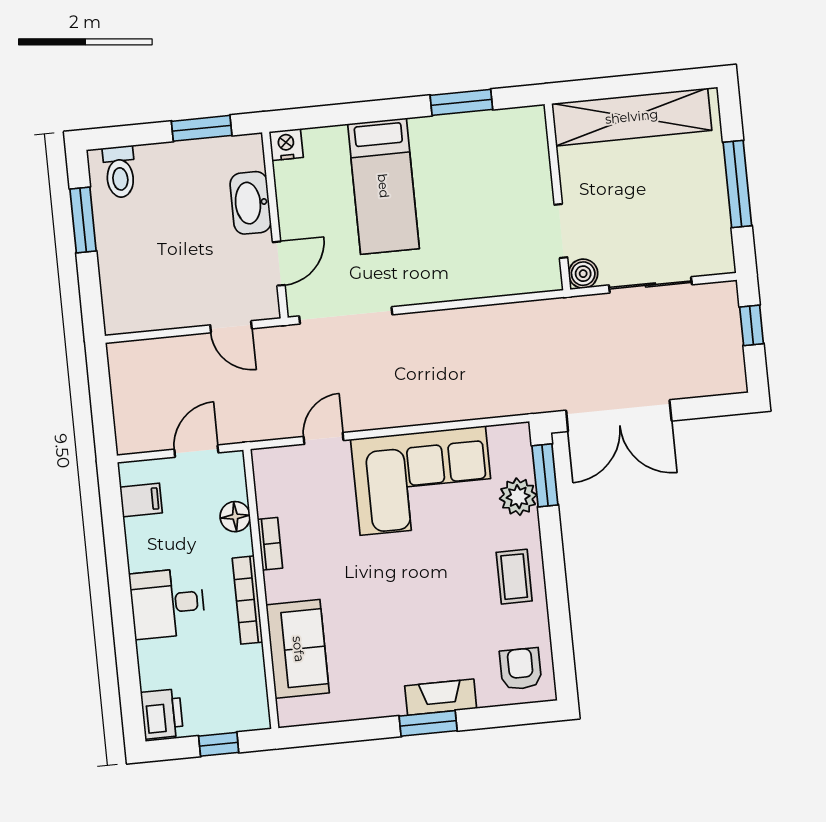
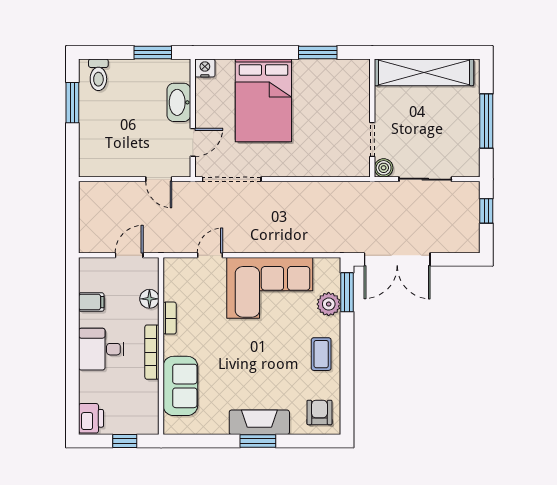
bed: (383, 186) -> (263, 100), width x1.50
filing cabinet: (141, 500) -> (91, 302), moved
fireplace: (441, 697) -> (259, 422), width x1.37, depth x1.32

